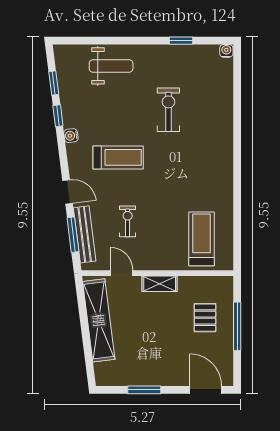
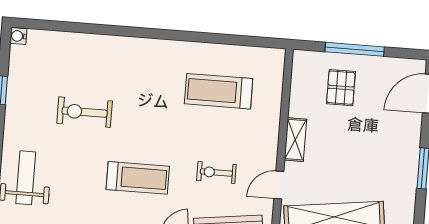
treadmill: (118, 157) -> (138, 178), turned 90
treadmill: (202, 239) -> (219, 91), moved
pallet: (205, 318) -> (341, 88), turned 90

